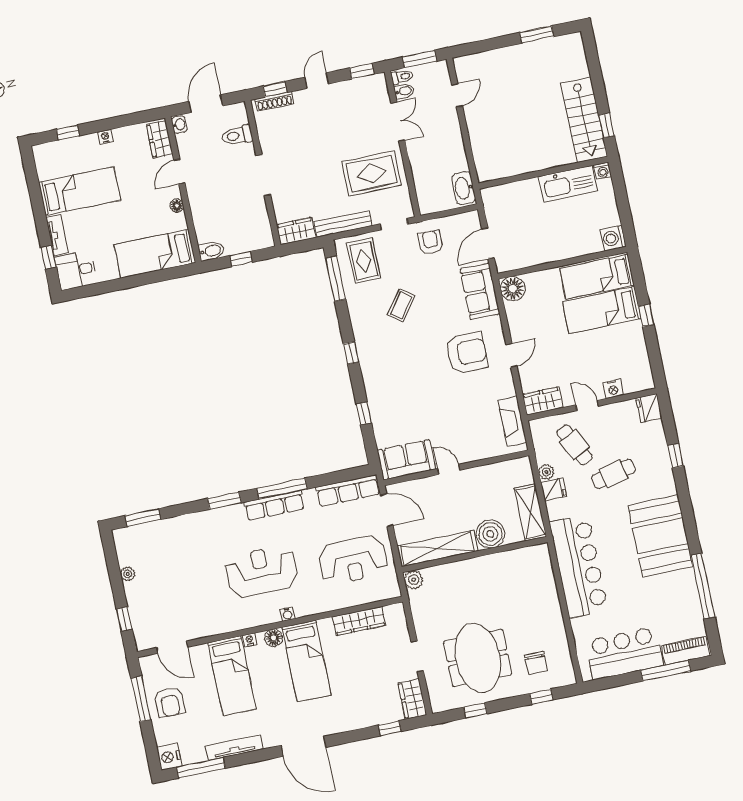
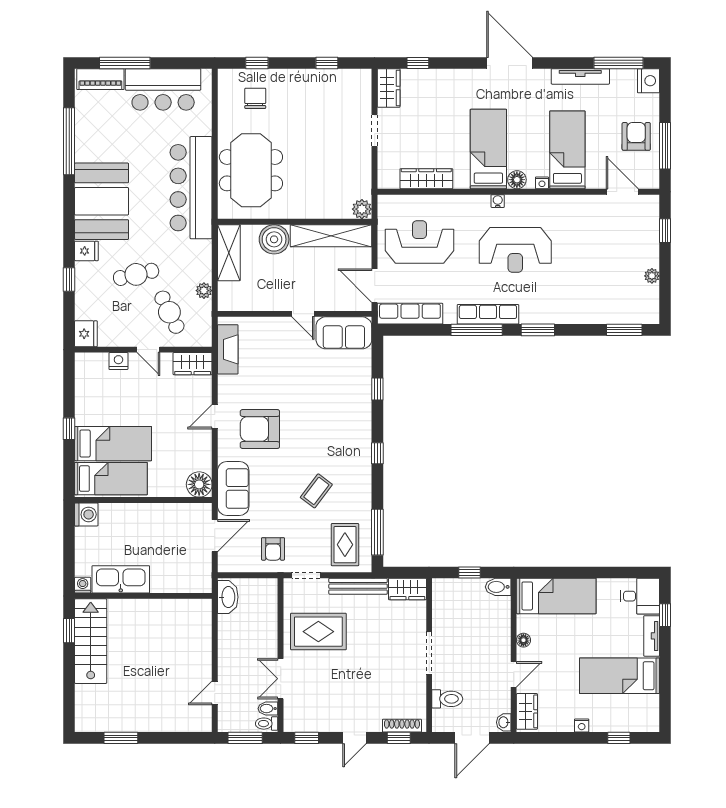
fridge: (554, 489) -> (86, 251), moved, turned 180
meeting table: (478, 658) -> (251, 170), moved

